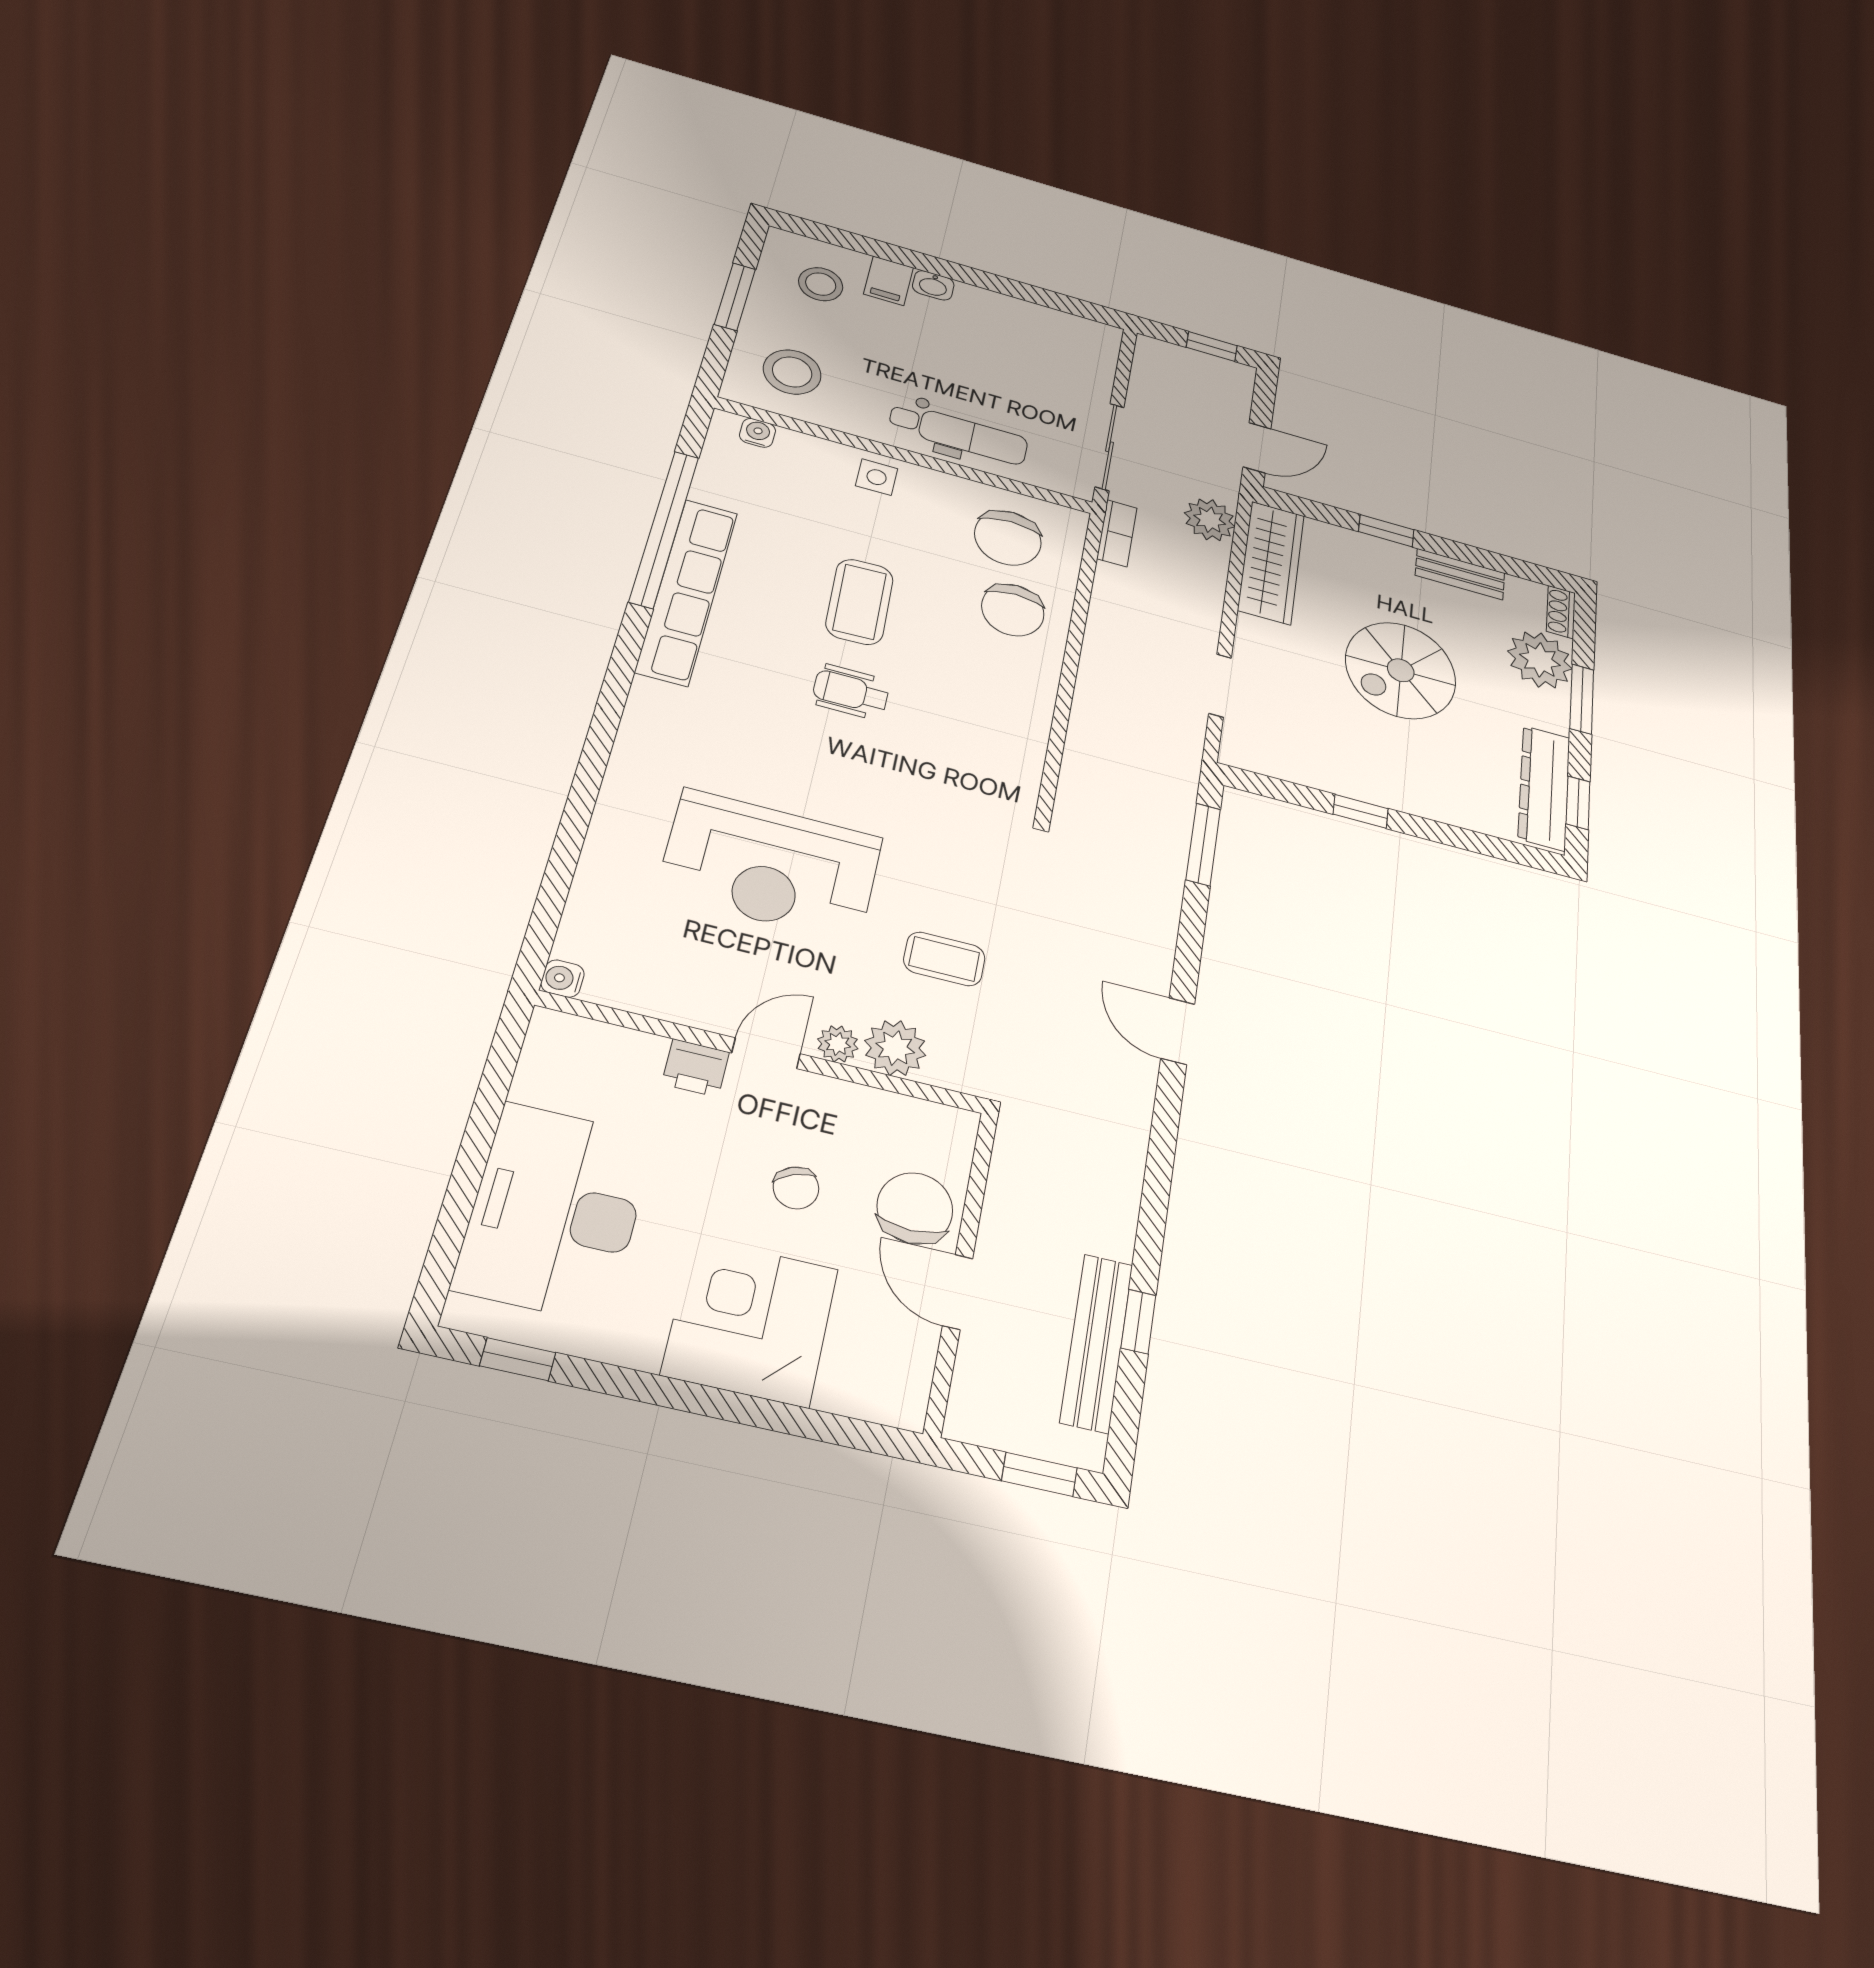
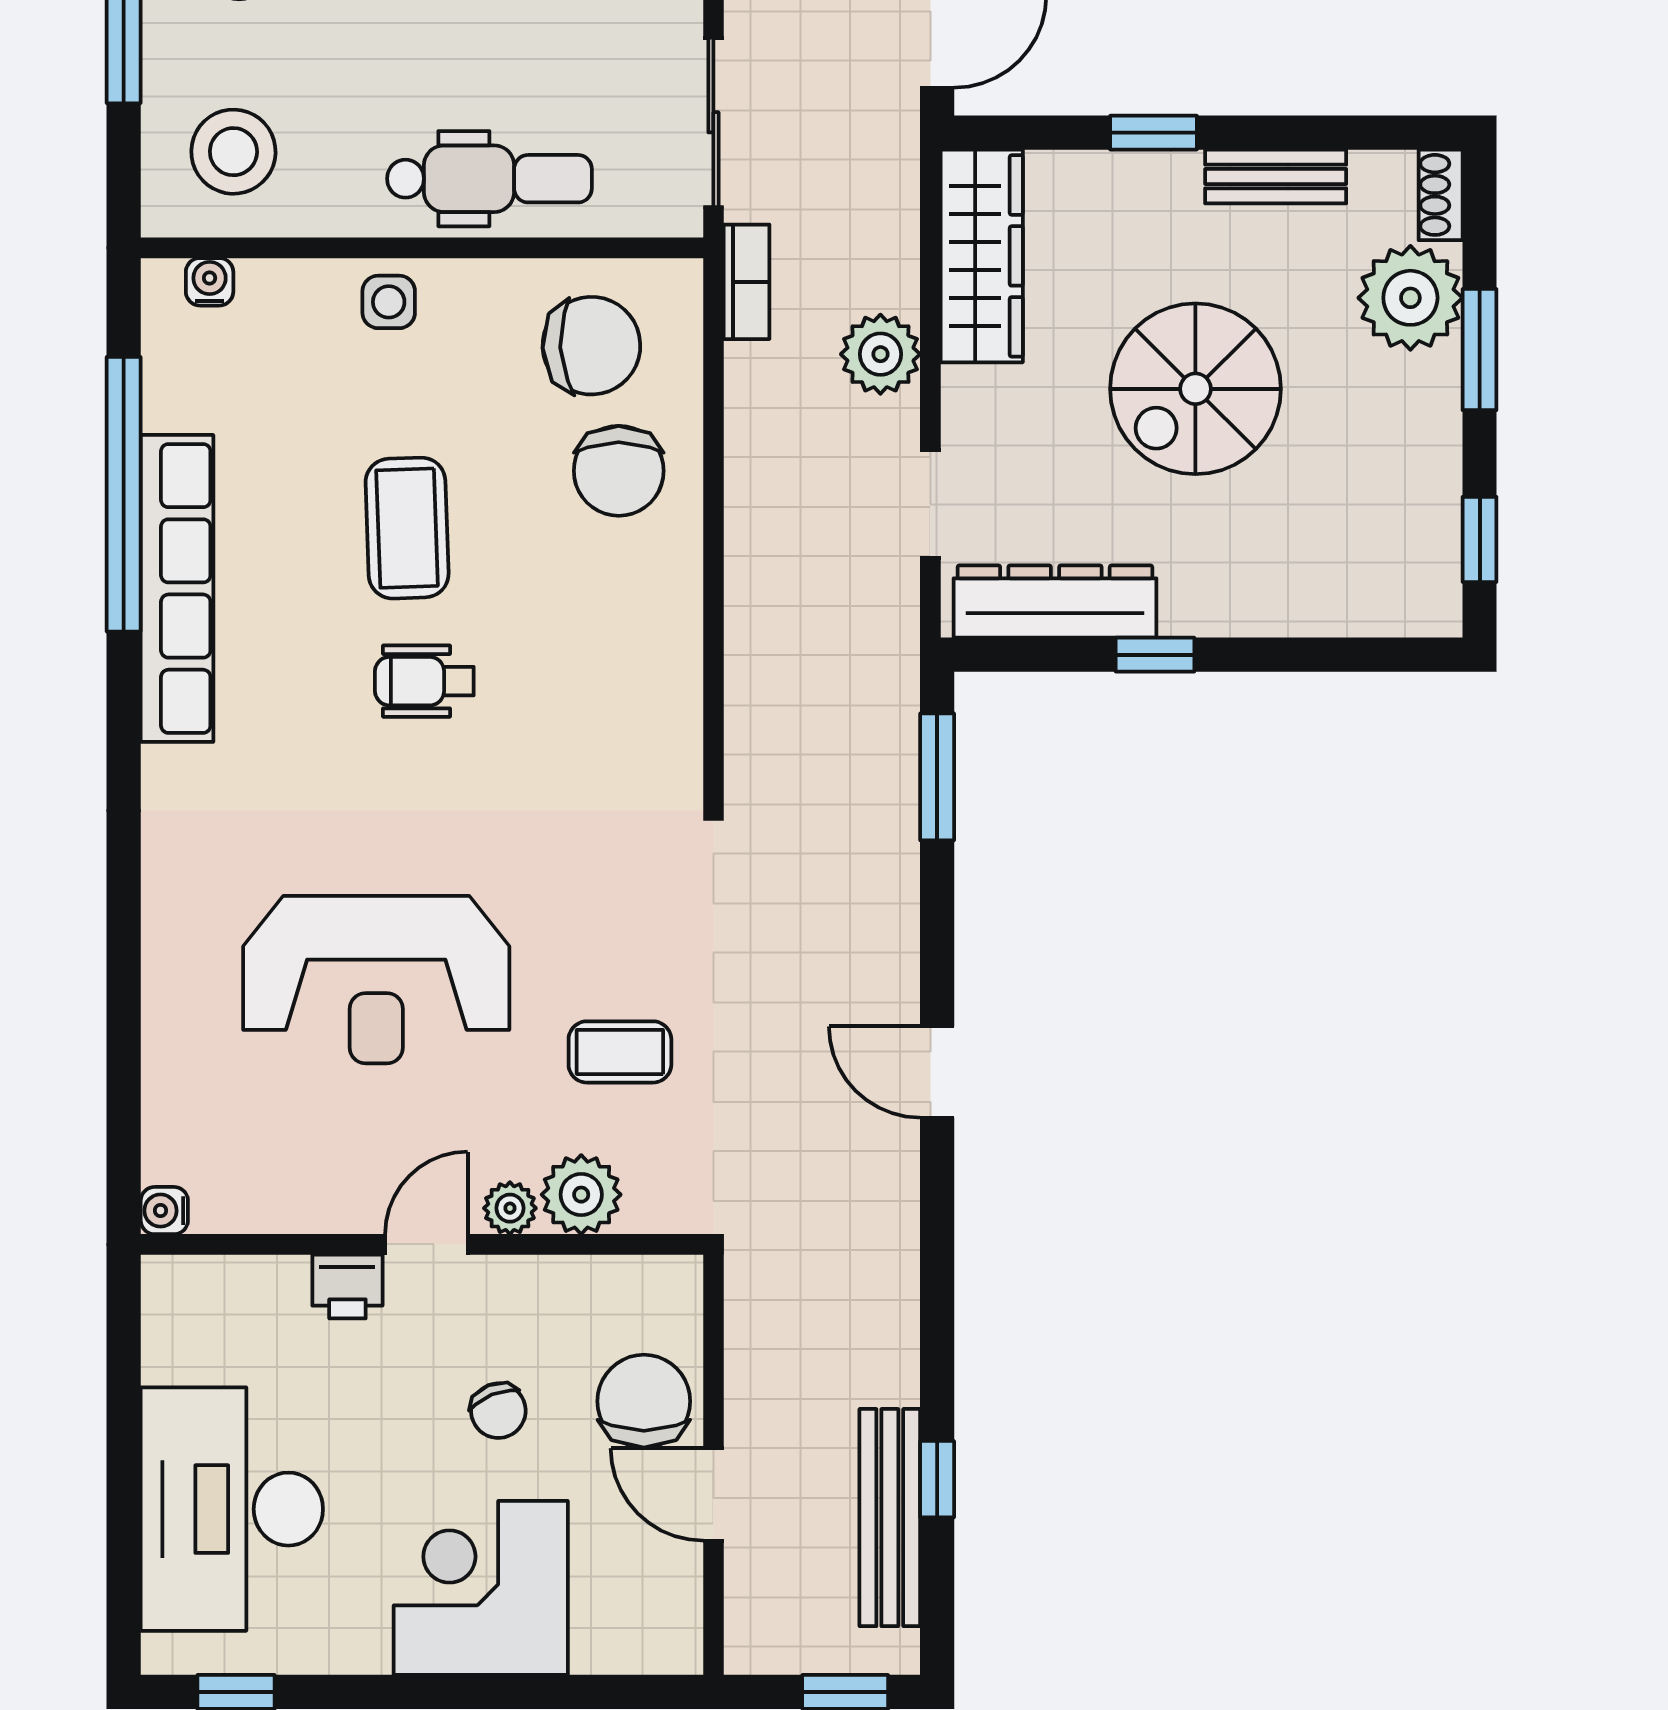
plant: (1210, 520) -> (880, 354), moved
chair: (1008, 538) -> (591, 346), turned -93
dresser: (1544, 788) -> (1055, 601), moved, turned 90

